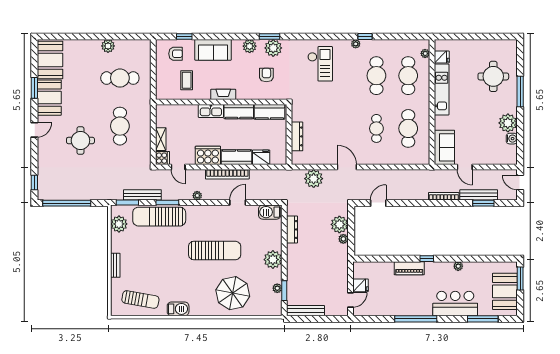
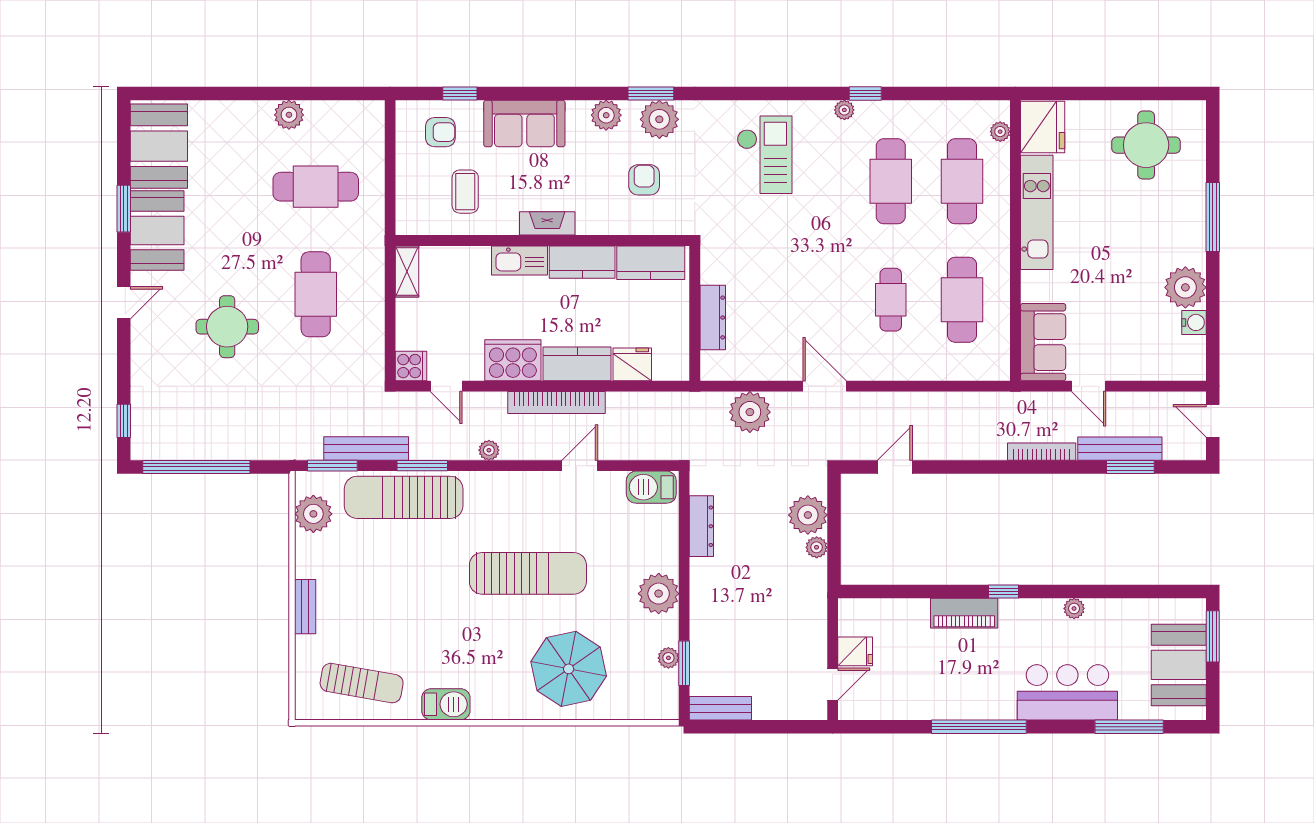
fridge: (442, 57) -> (1043, 127), width x1.88, depth x1.34
round table: (493, 76) -> (1146, 145), moved
shelving: (161, 139) -> (407, 271), moved
bench: (305, 311) -> (720, 708), width x0.73

